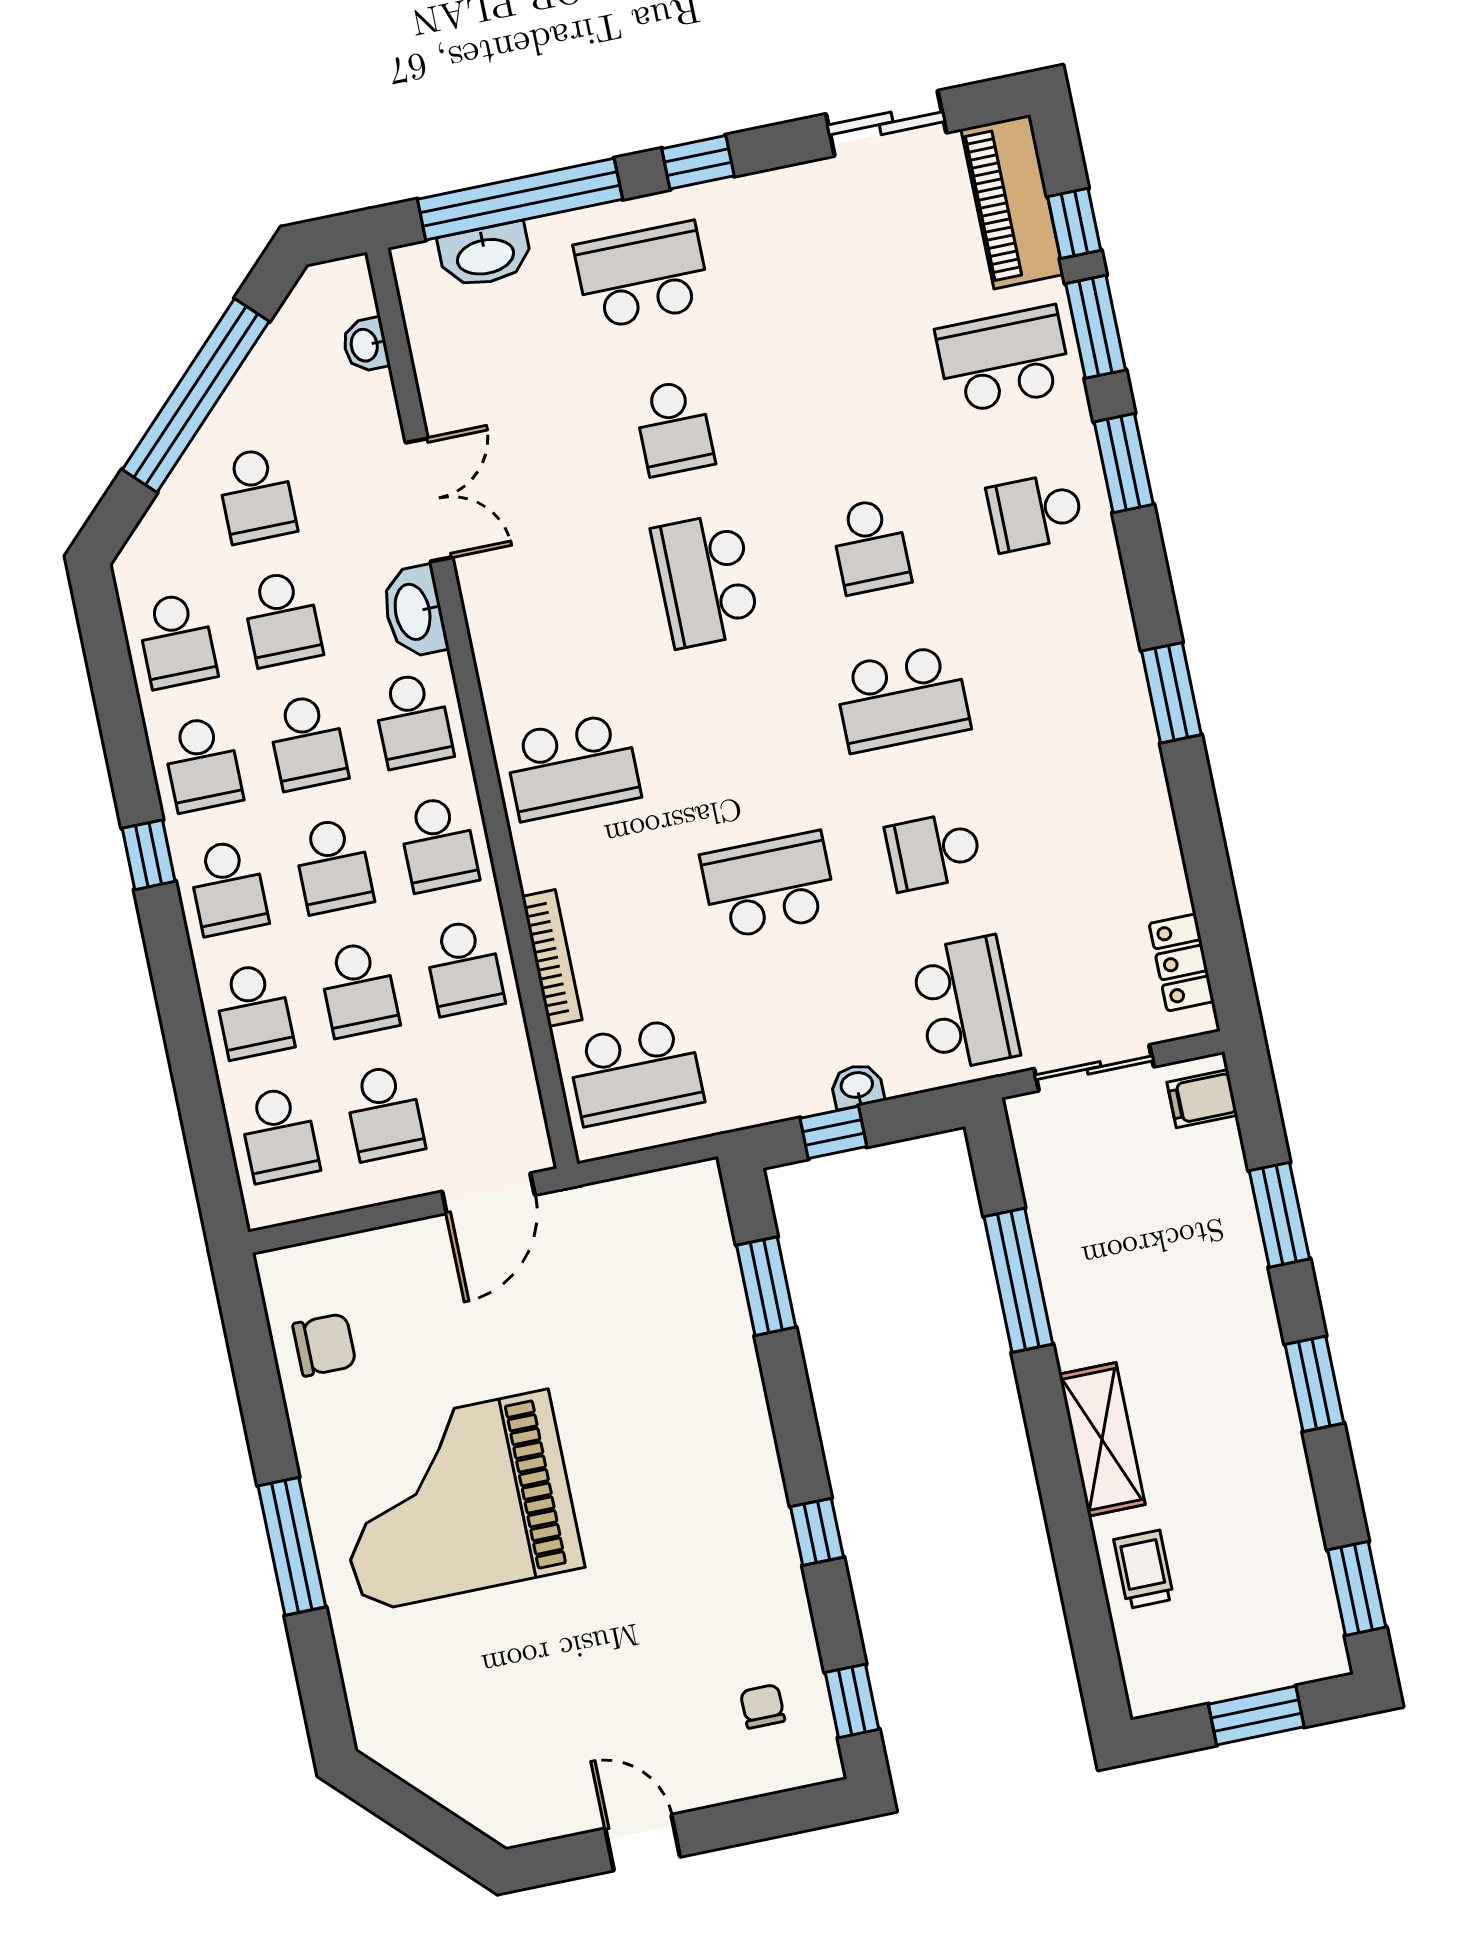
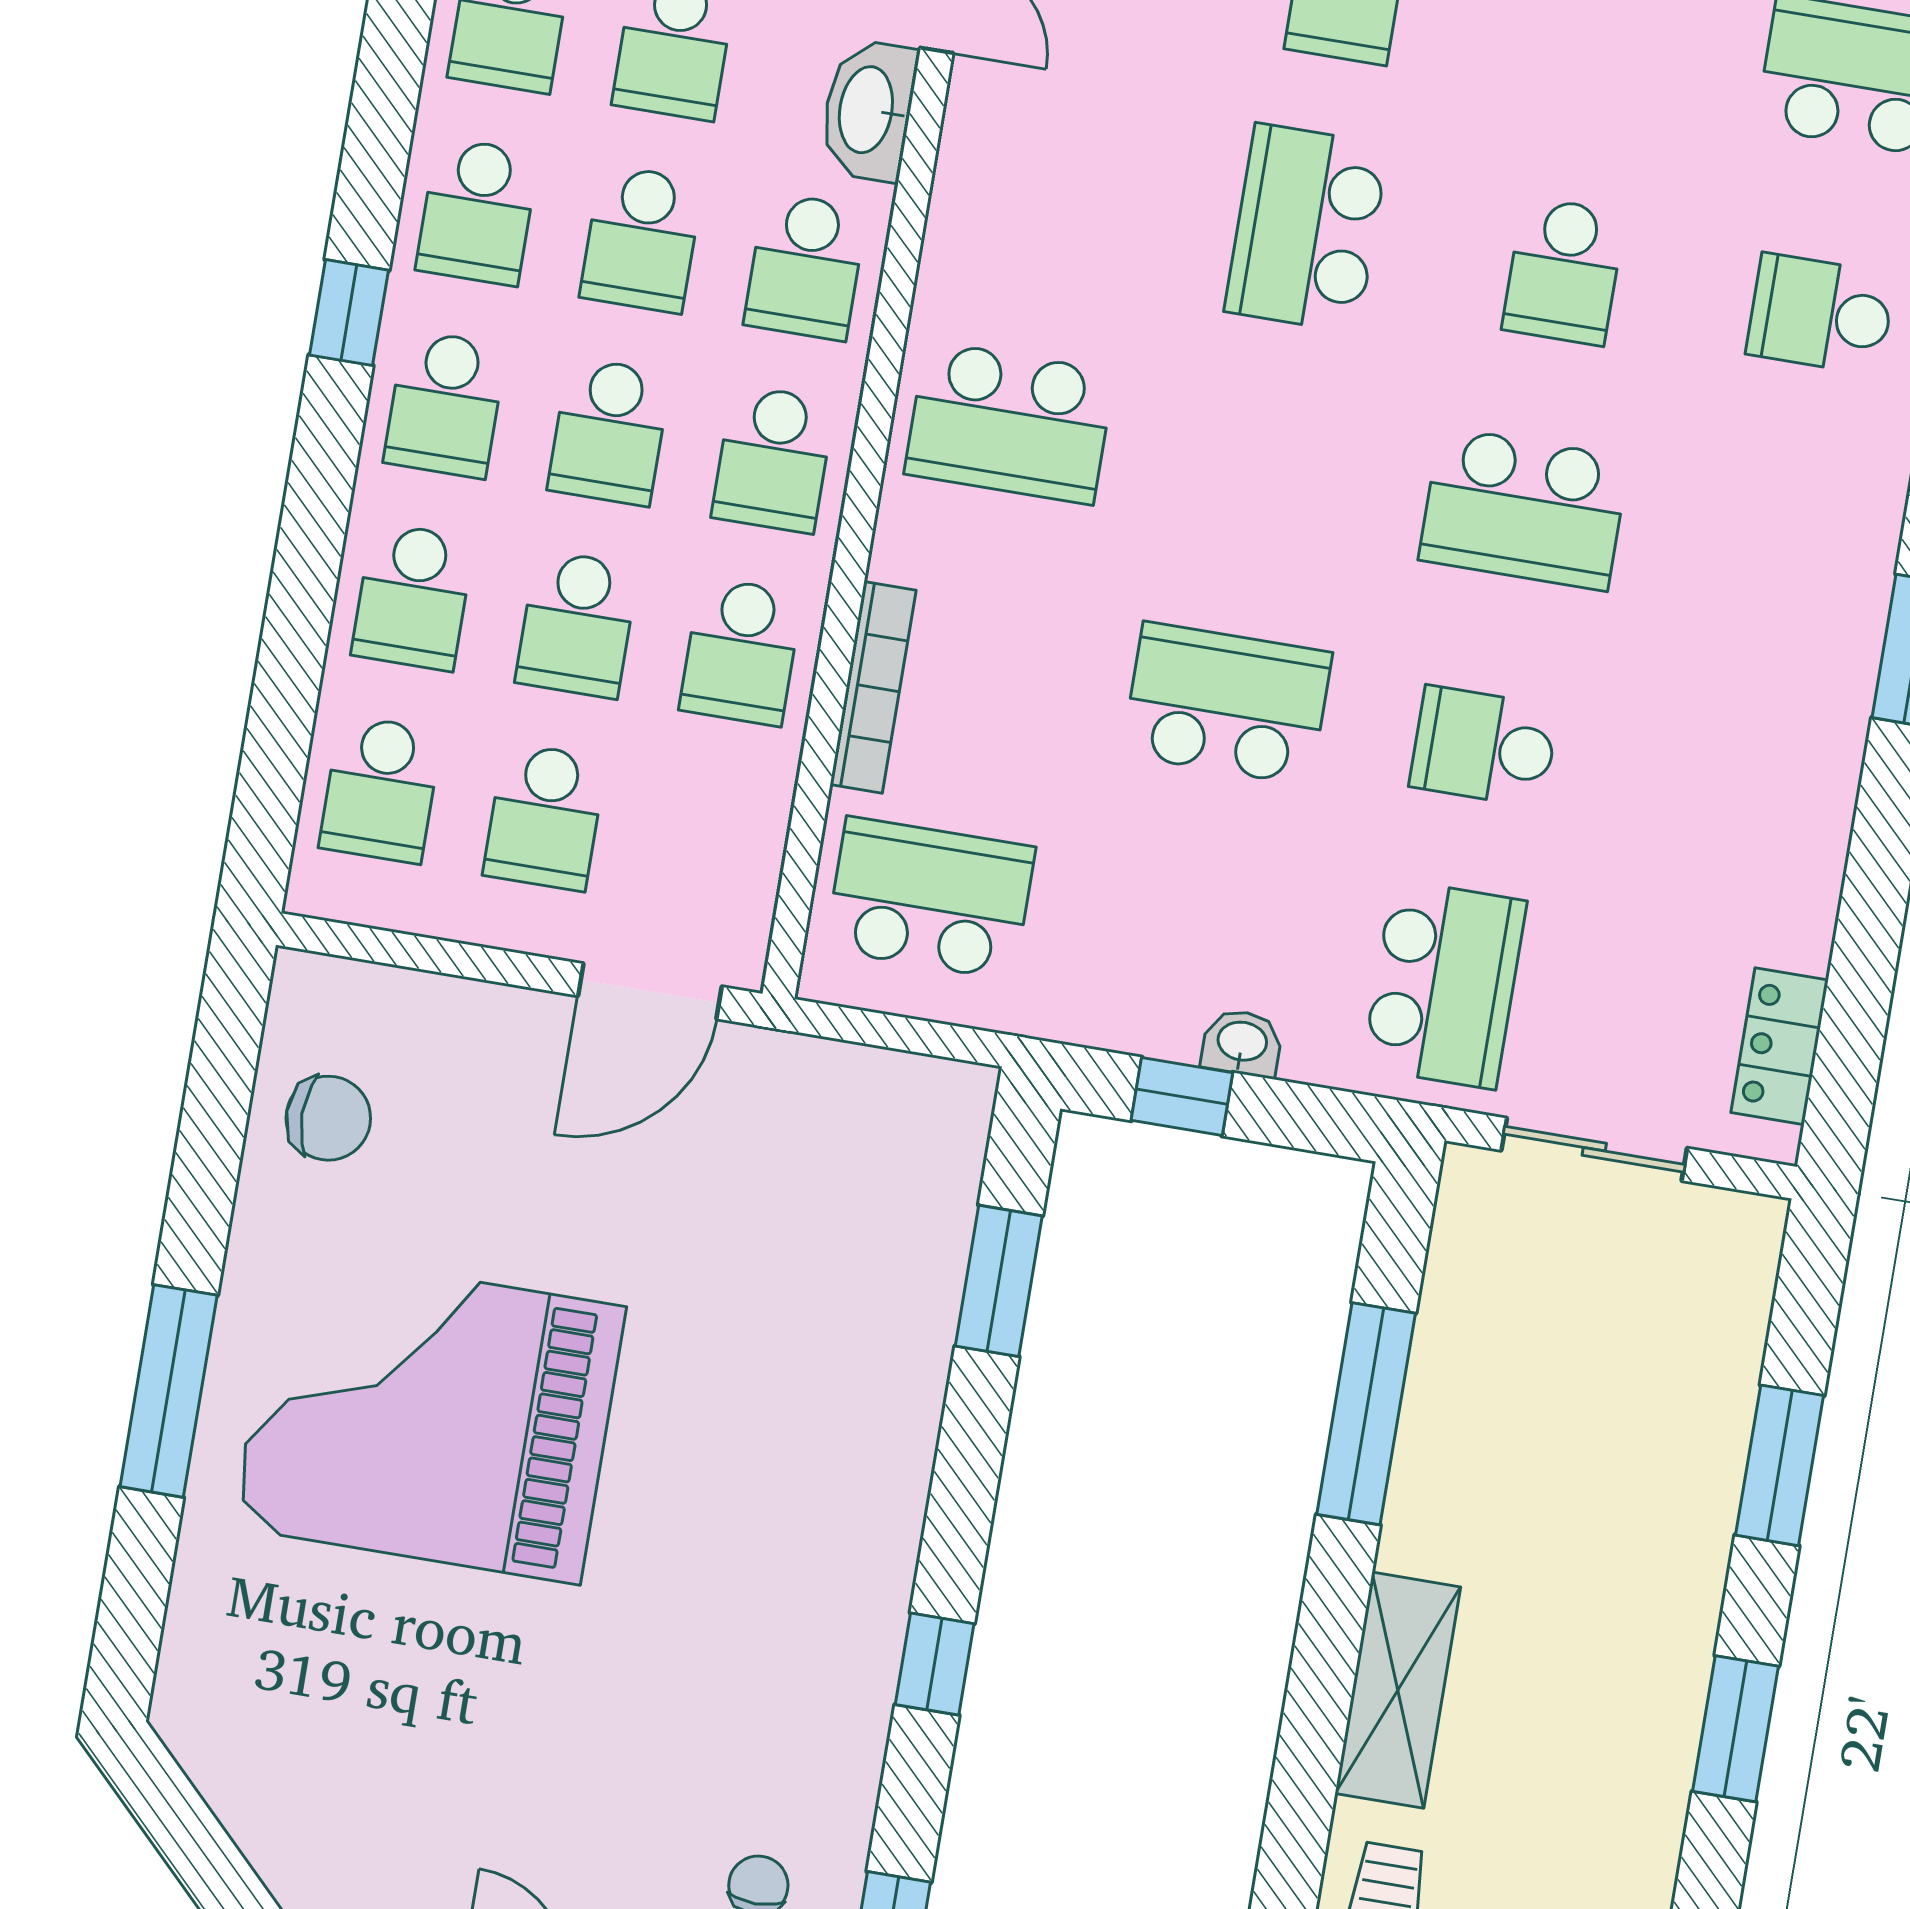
school desk: (635, 1072) -> (930, 898), turned 180
filing cabinet: (1202, 1099) -> (1733, 1254), removed

